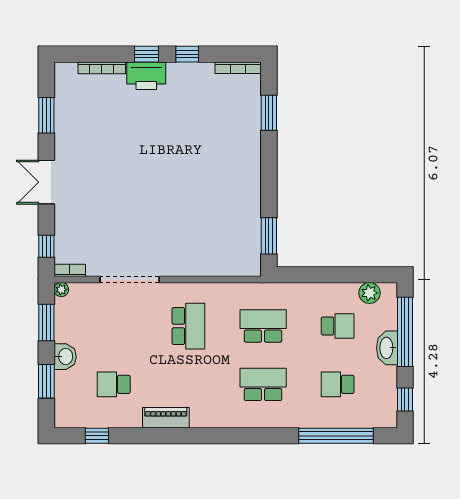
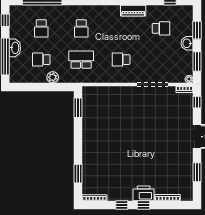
plant: (370, 293) -> (53, 77), moved
school desk: (188, 326) -> (121, 60), width x0.54
school desk: (263, 326) -> (81, 60), turned 180
school desk: (263, 384) -> (81, 28), width x0.54
school desk: (338, 384) -> (41, 28), turned 90

